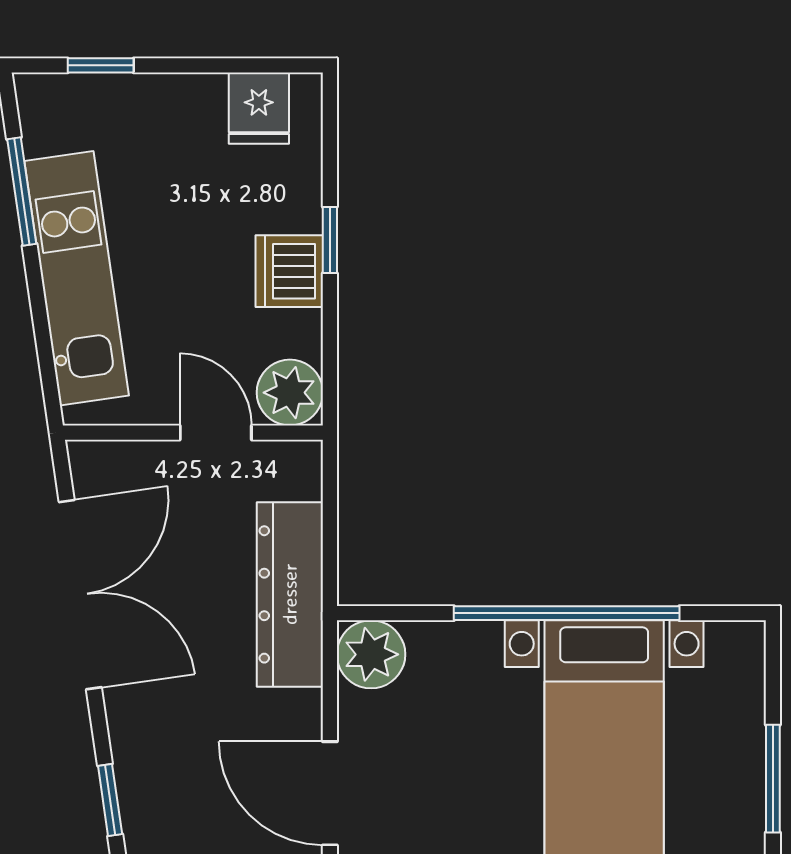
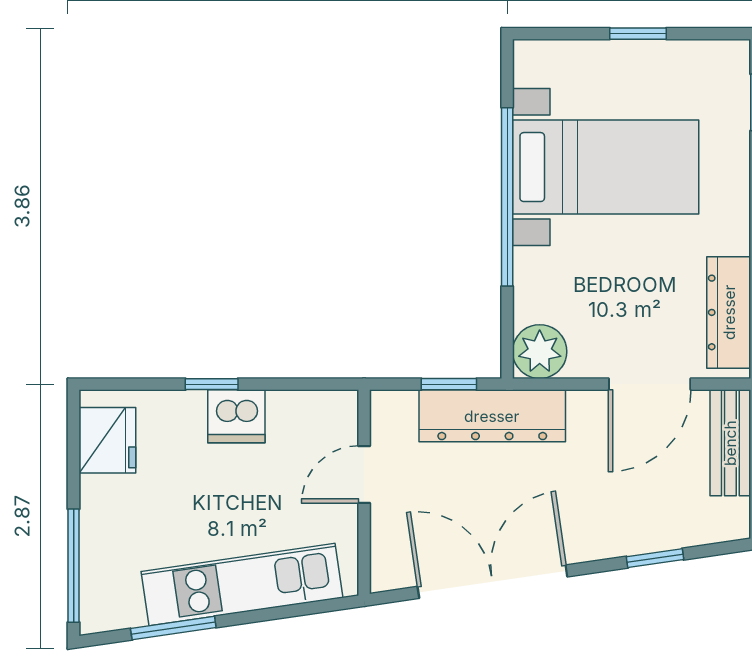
window: (101, 65) -> (74, 566), width x2.17
fridge: (259, 108) -> (107, 440), width x1.38
plant: (290, 393) -> (332, 416), removed
window: (330, 540) -> (449, 384), added
window: (773, 779) -> (638, 34), width x0.67

